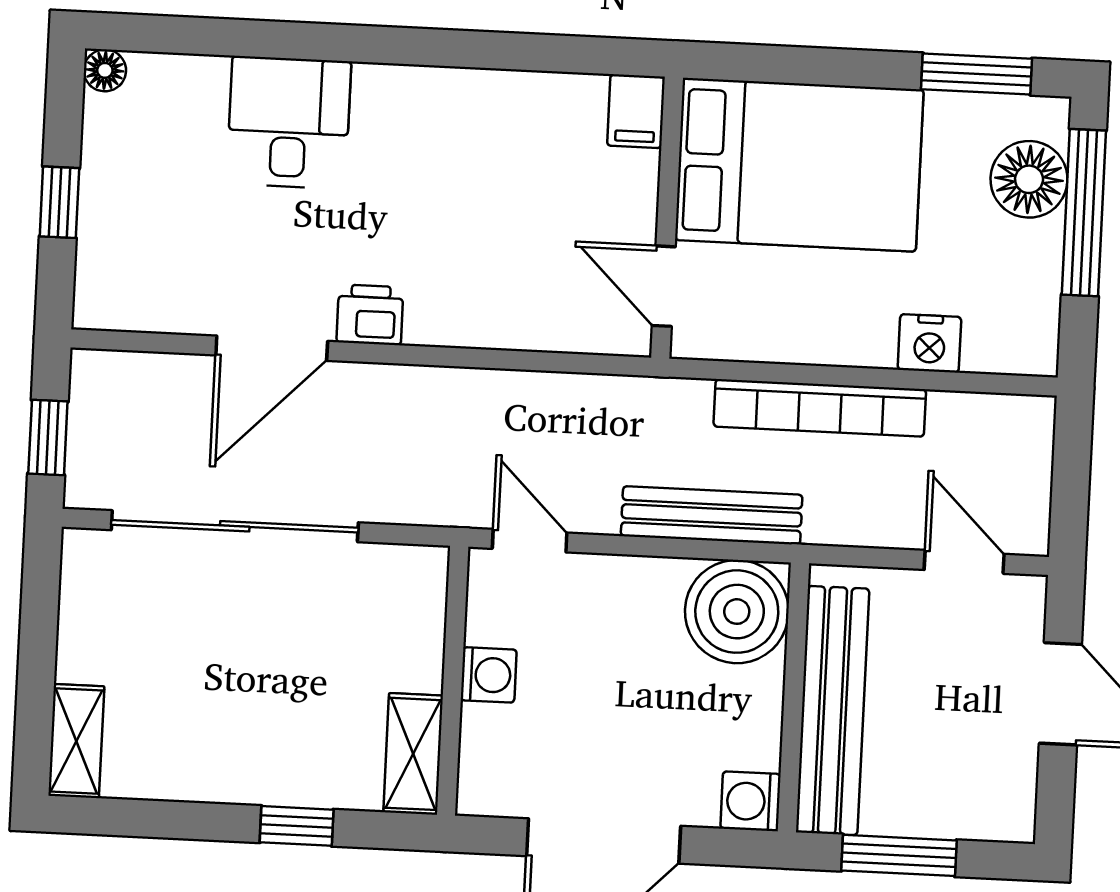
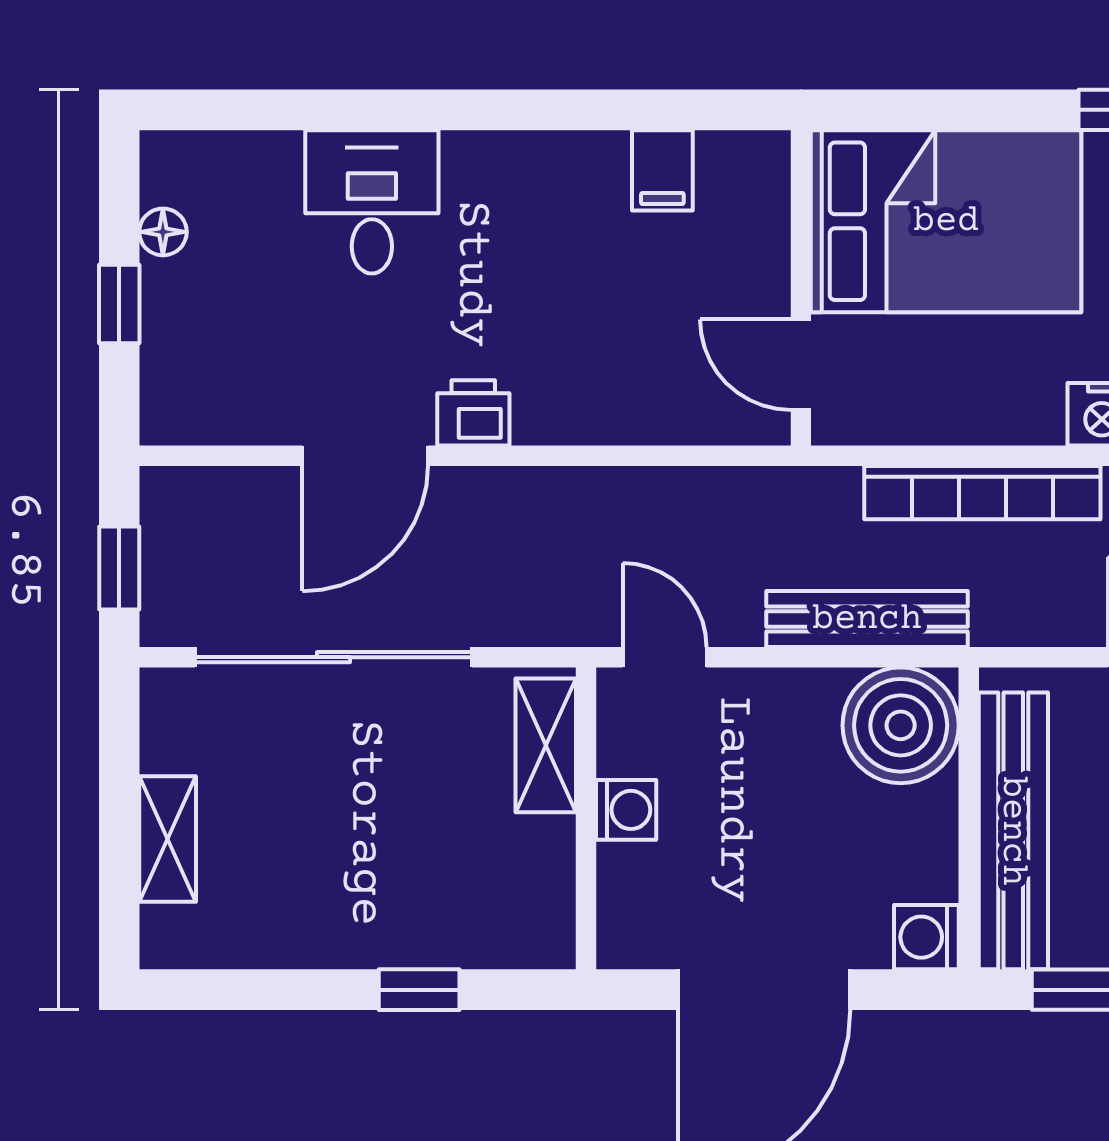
floor lamp: (105, 70) -> (163, 232), moved
filing cabinet: (636, 111) -> (662, 170), moved
shelving: (76, 741) -> (168, 839), moved
shelving: (413, 754) -> (546, 745), moved

